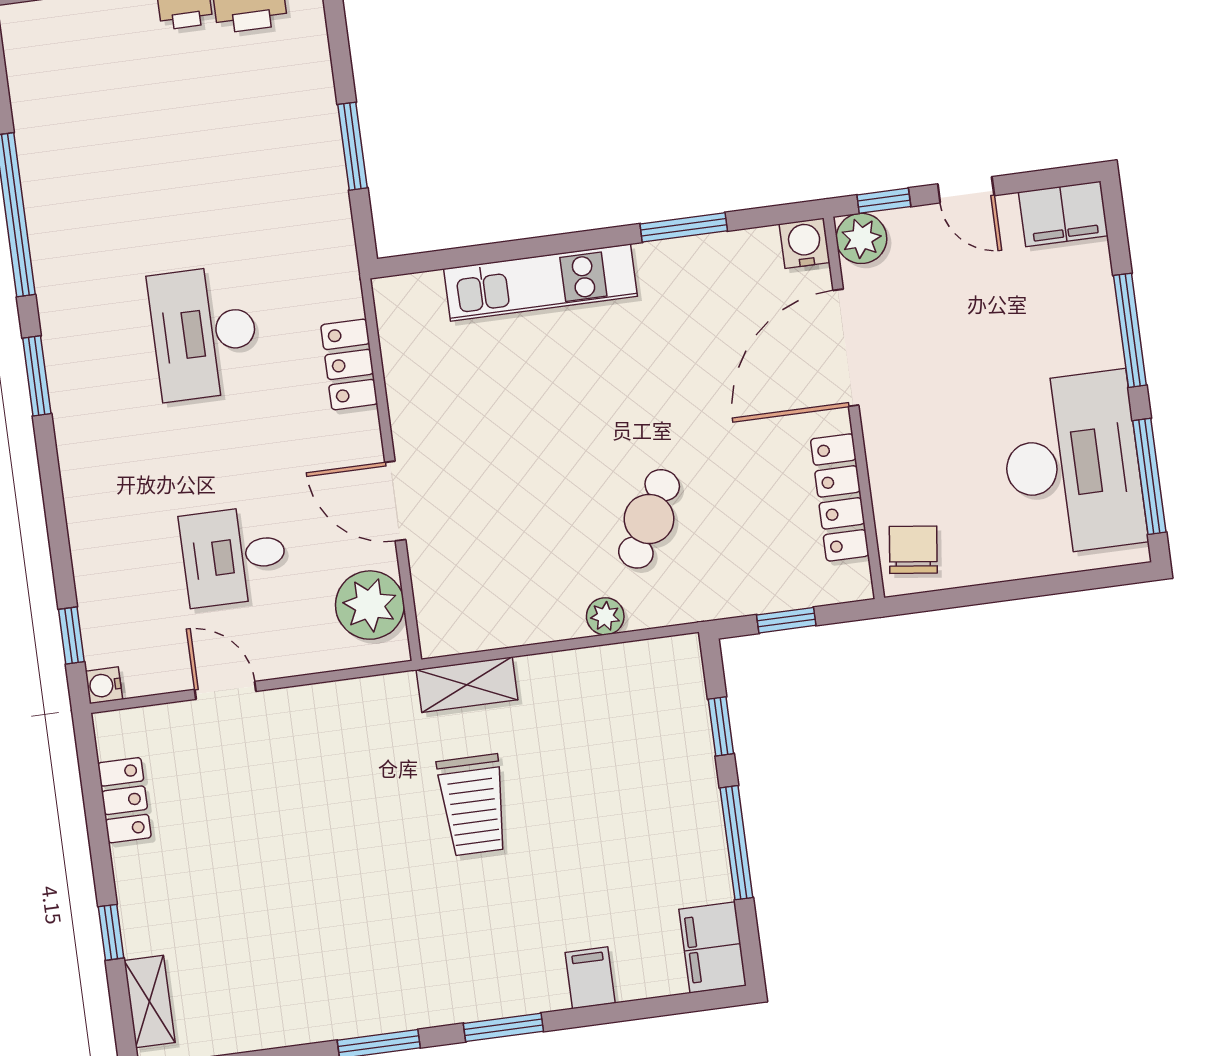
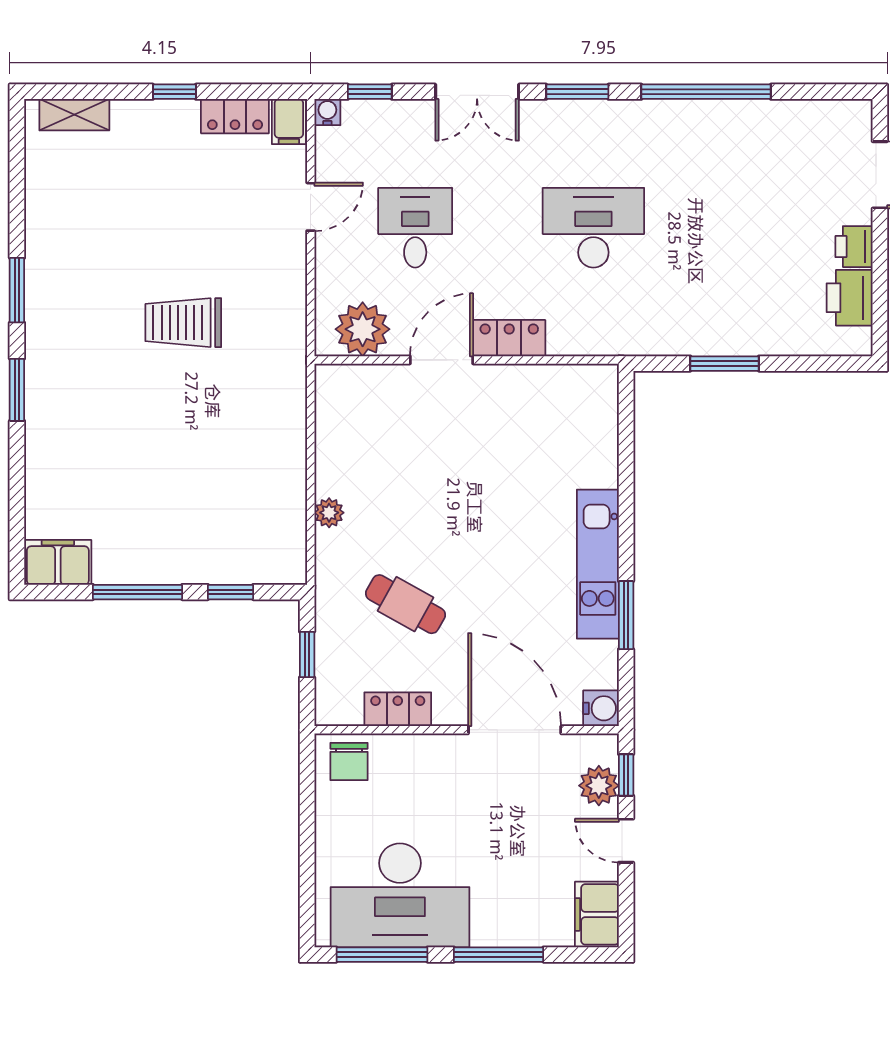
door: (966, 190) -> (626, 841), hinge flipped
plant: (861, 238) -> (599, 786), moved
kitchen unit: (541, 283) -> (598, 564), moved
locker: (349, 364) -> (509, 338), moved
locker: (840, 497) -> (398, 709), width x0.66
double door: (53, 501) -> (477, 92), added
cafe table: (649, 519) -> (405, 604), moved
chair: (913, 550) -> (349, 762), turned 83
shelving: (467, 685) -> (290, 397), removed
trolley: (473, 805) -> (183, 323), moved
window: (111, 932) -> (174, 92), moved
filing cabinet: (590, 978) -> (289, 122), moved, turned 90

